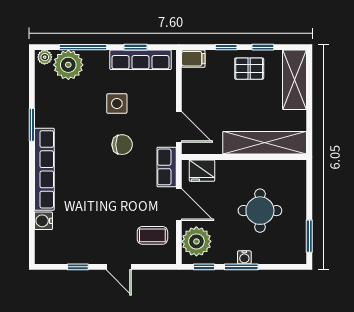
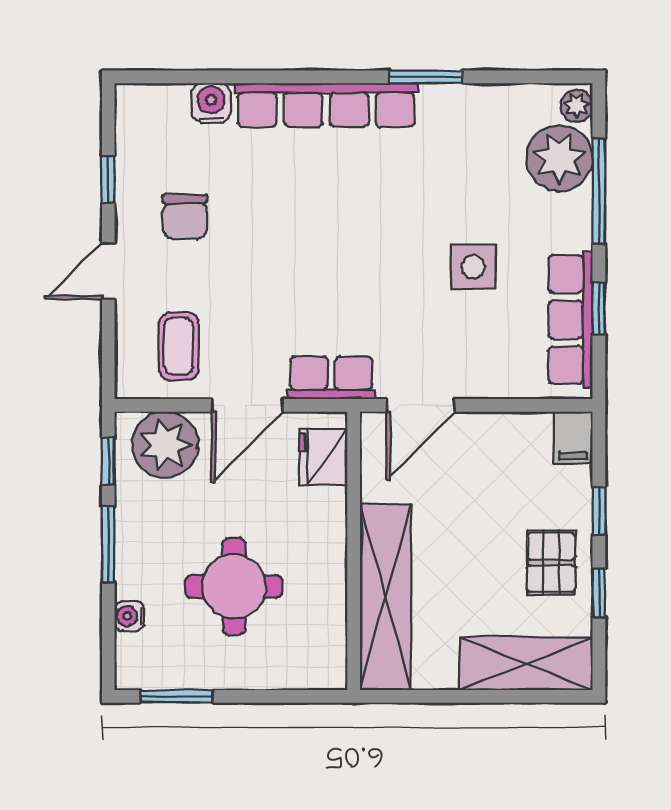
chair: (122, 145) -> (185, 216), moved
water cooler: (244, 257) -> (129, 616), moved

